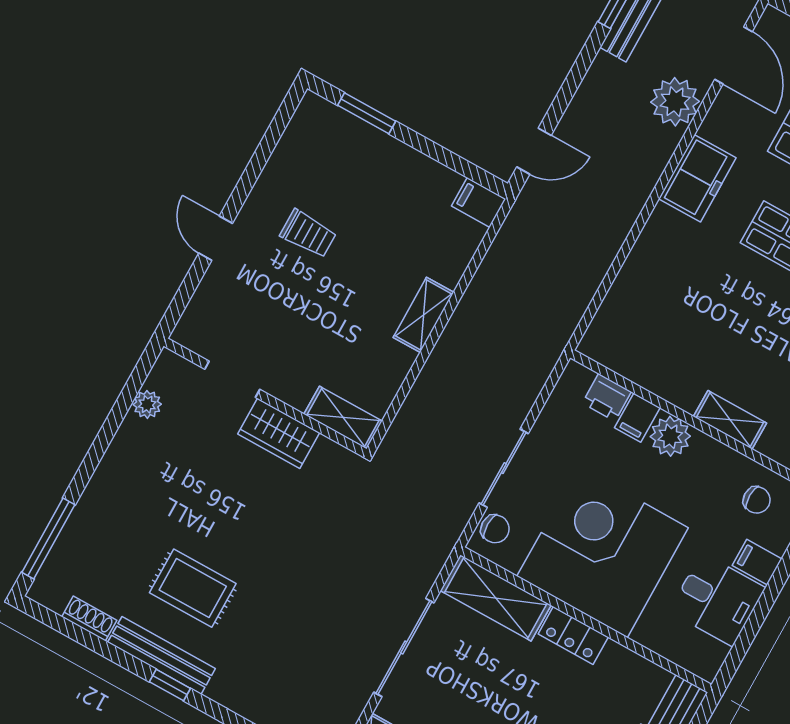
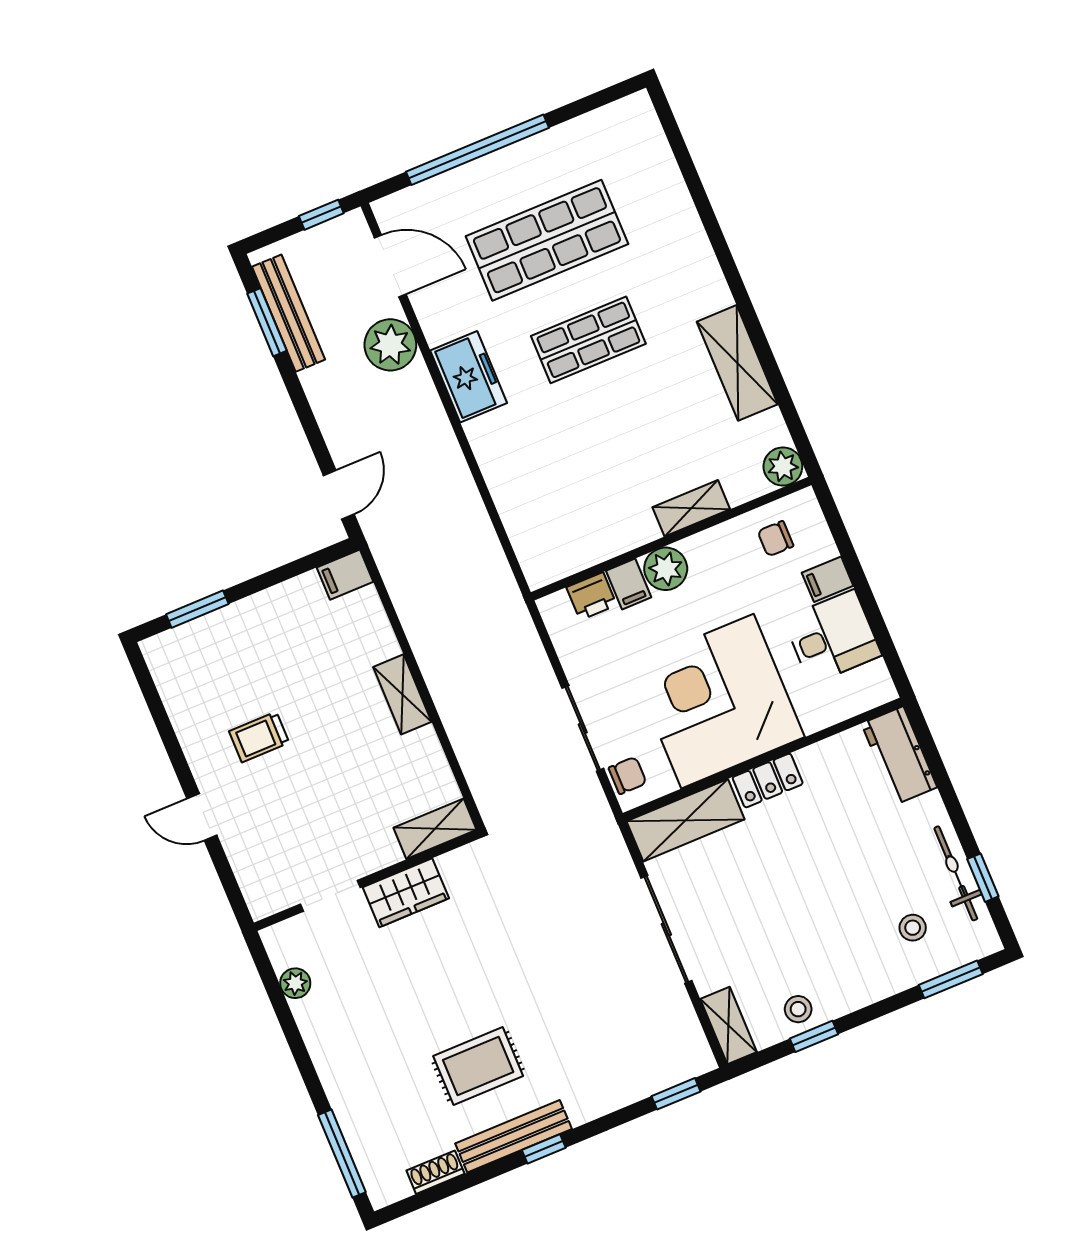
trolley: (308, 234) -> (259, 737), turned 180
chair: (757, 500) -> (775, 539), turned 180

